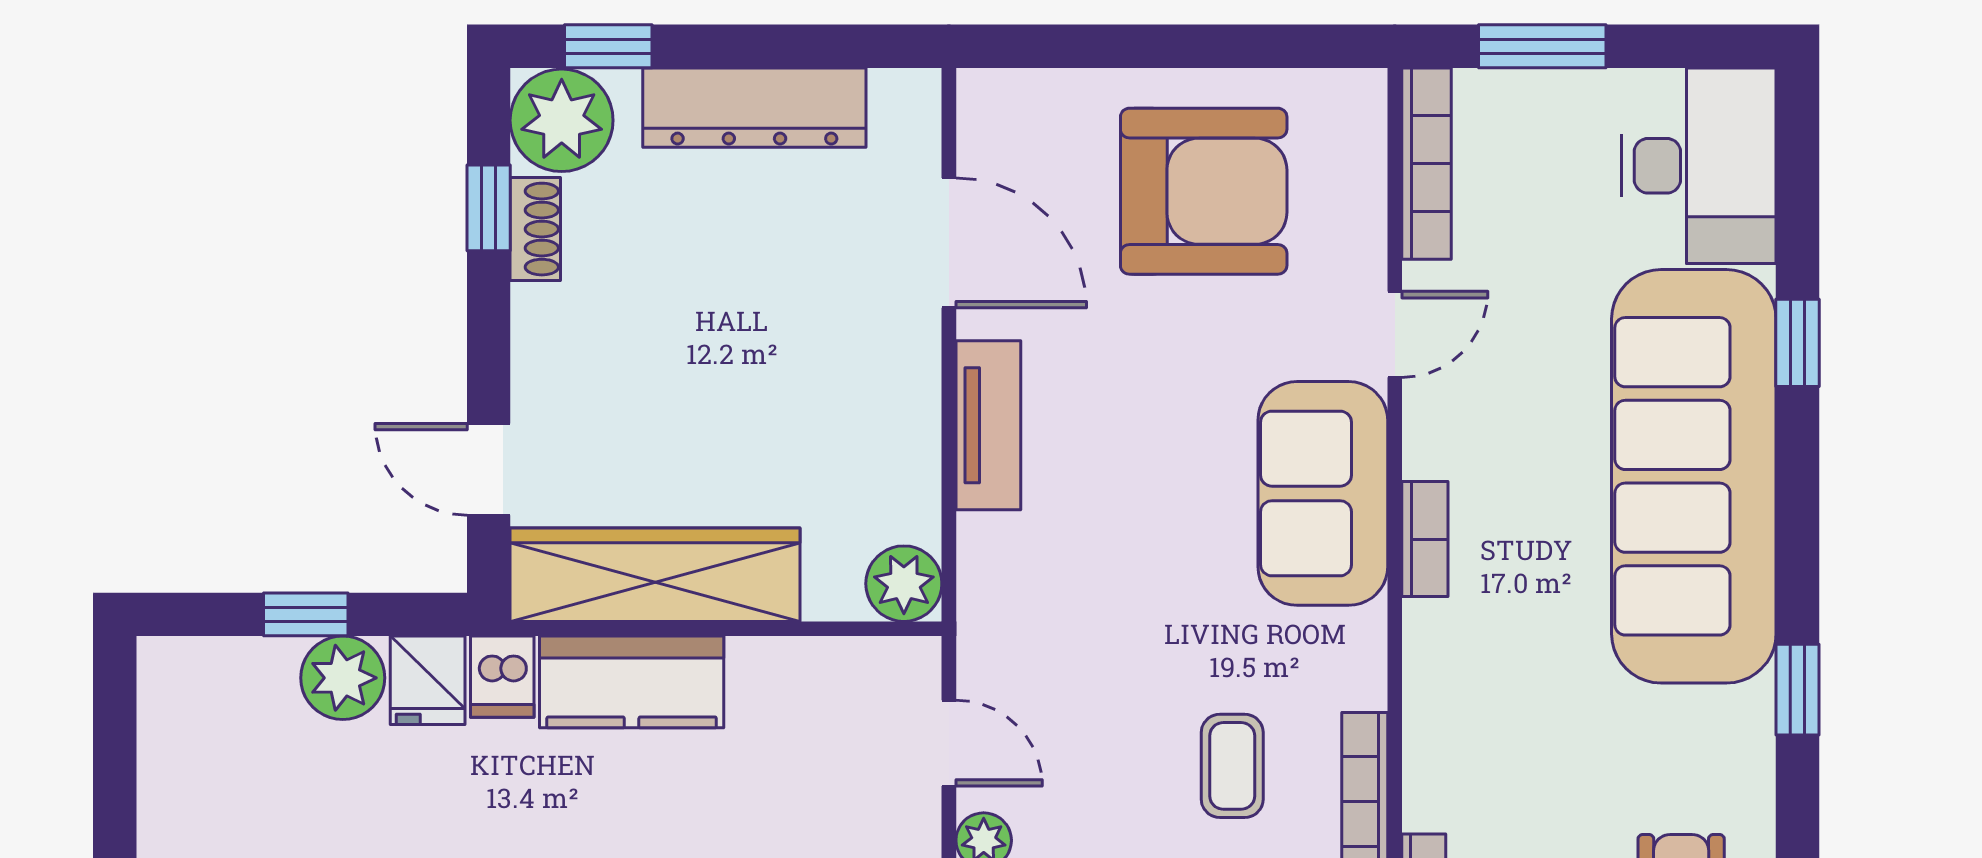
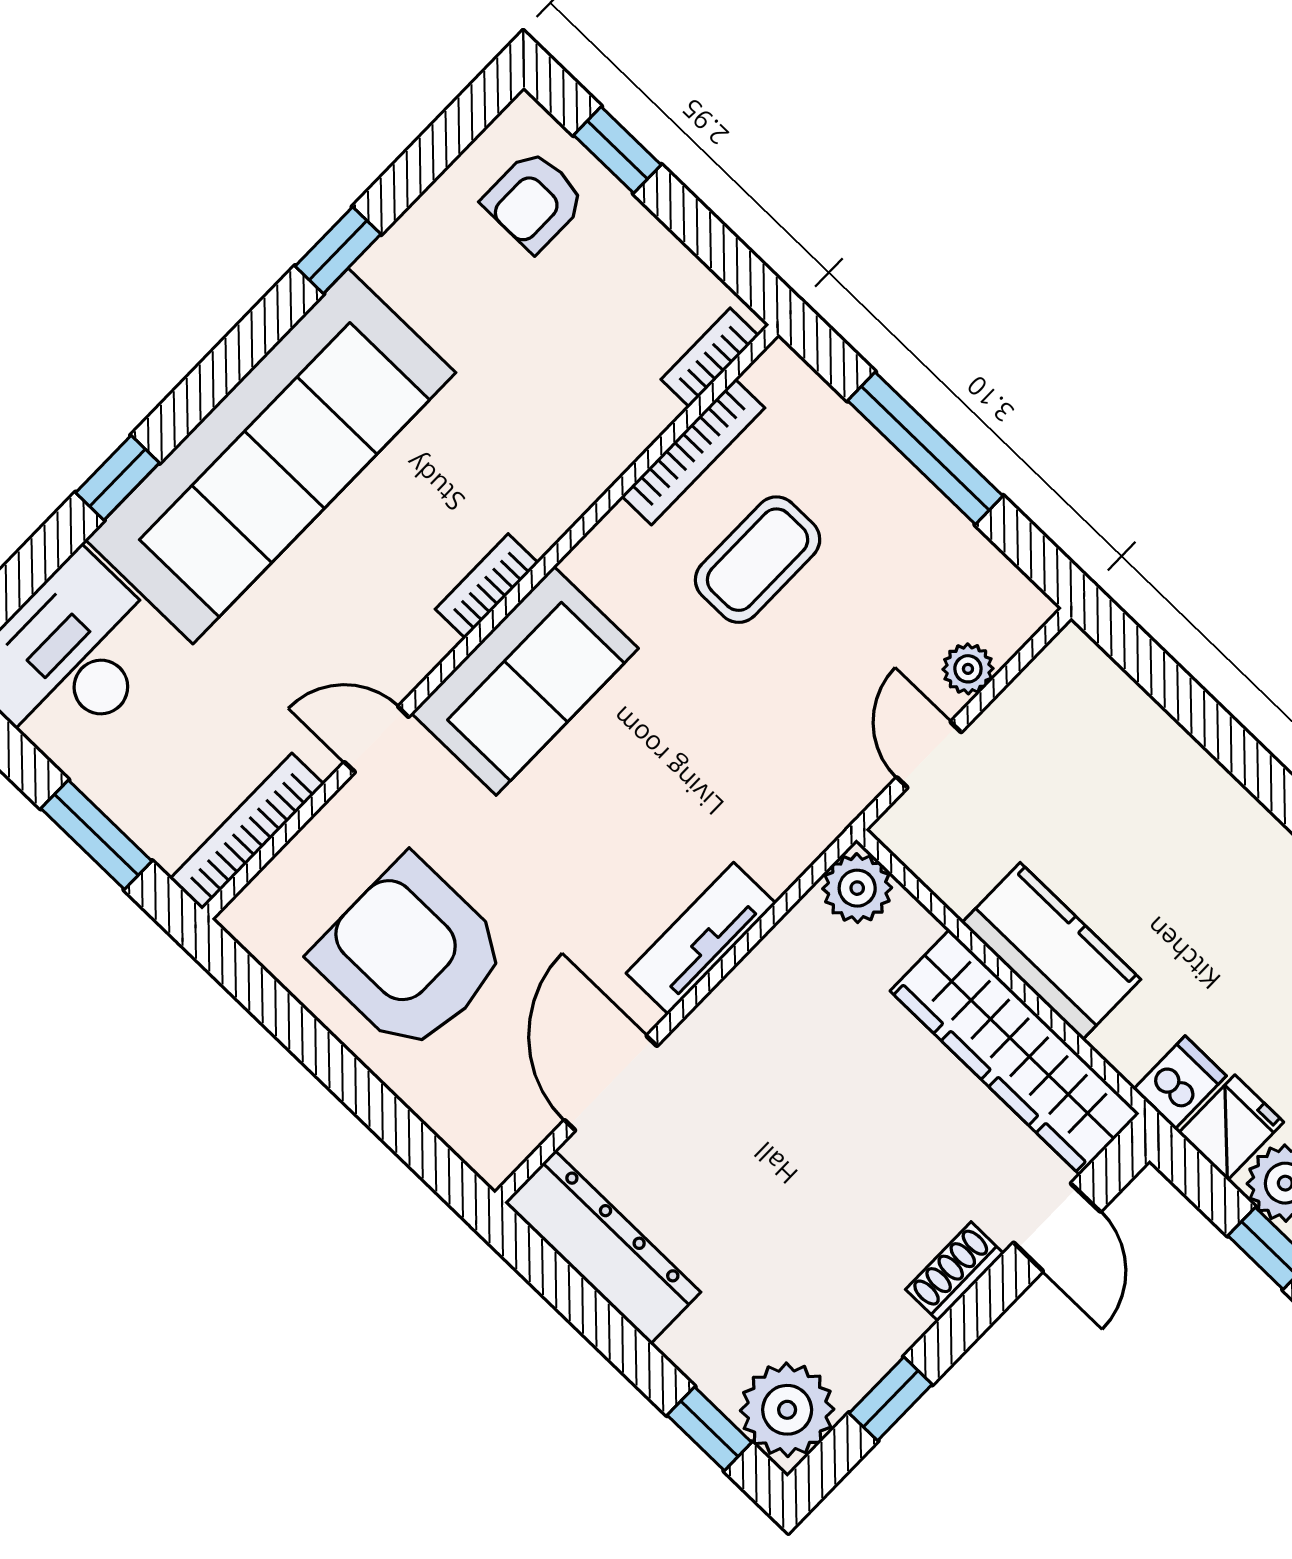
dresser: (754, 108) -> (603, 1247), moved
shoe rack: (535, 229) -> (955, 1271), moved
kitchen counter: (632, 682) -> (1051, 951), moved
coffee table: (1232, 766) -> (758, 560), width x1.36, depth x1.30

